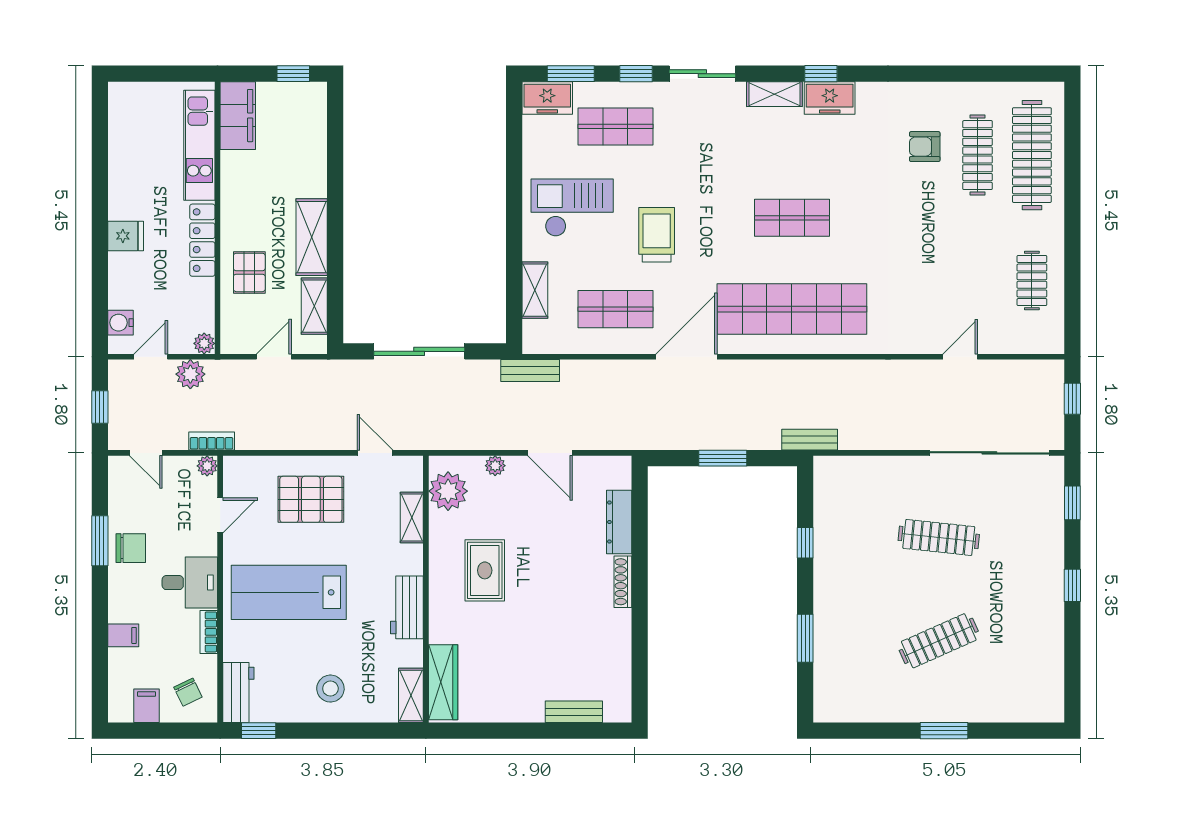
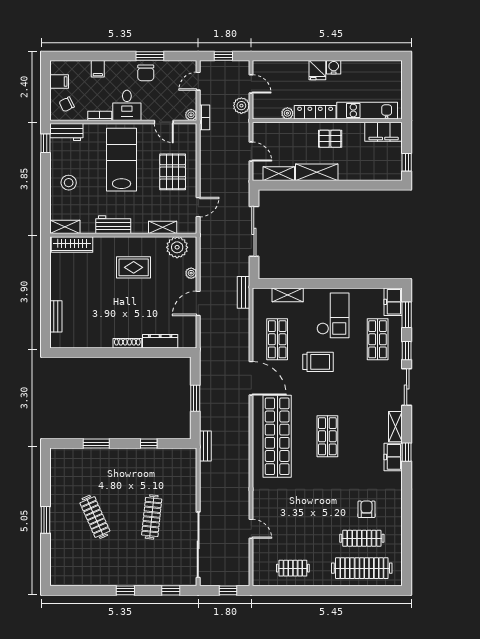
pallet: (249, 272) -> (330, 139), moved
water cooler: (121, 323) -> (334, 67), moved
plant: (204, 343) -> (287, 113), moved

